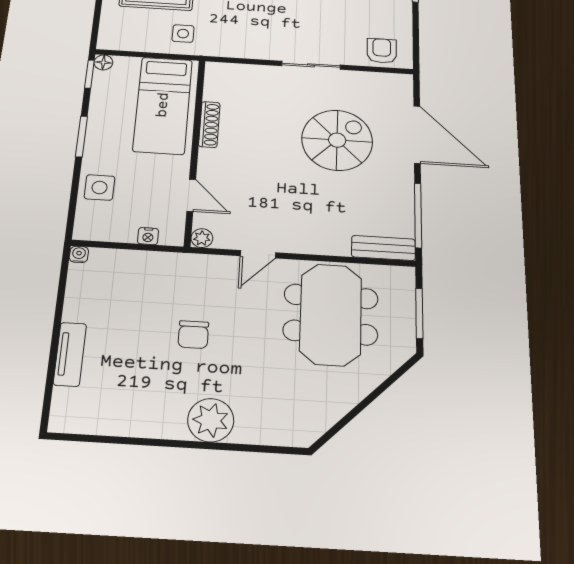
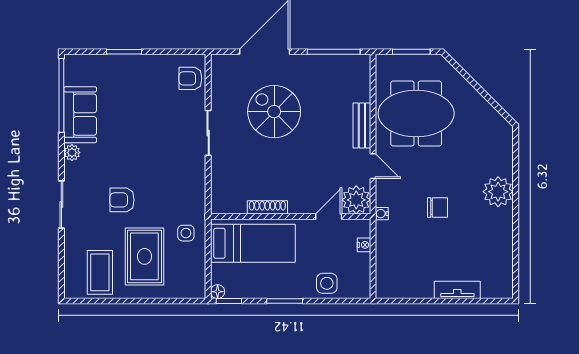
plant: (202, 238) -> (356, 200), width x1.88, depth x1.88
bench: (383, 248) -> (362, 125), moved
water cooler: (79, 254) -> (382, 214), moved

